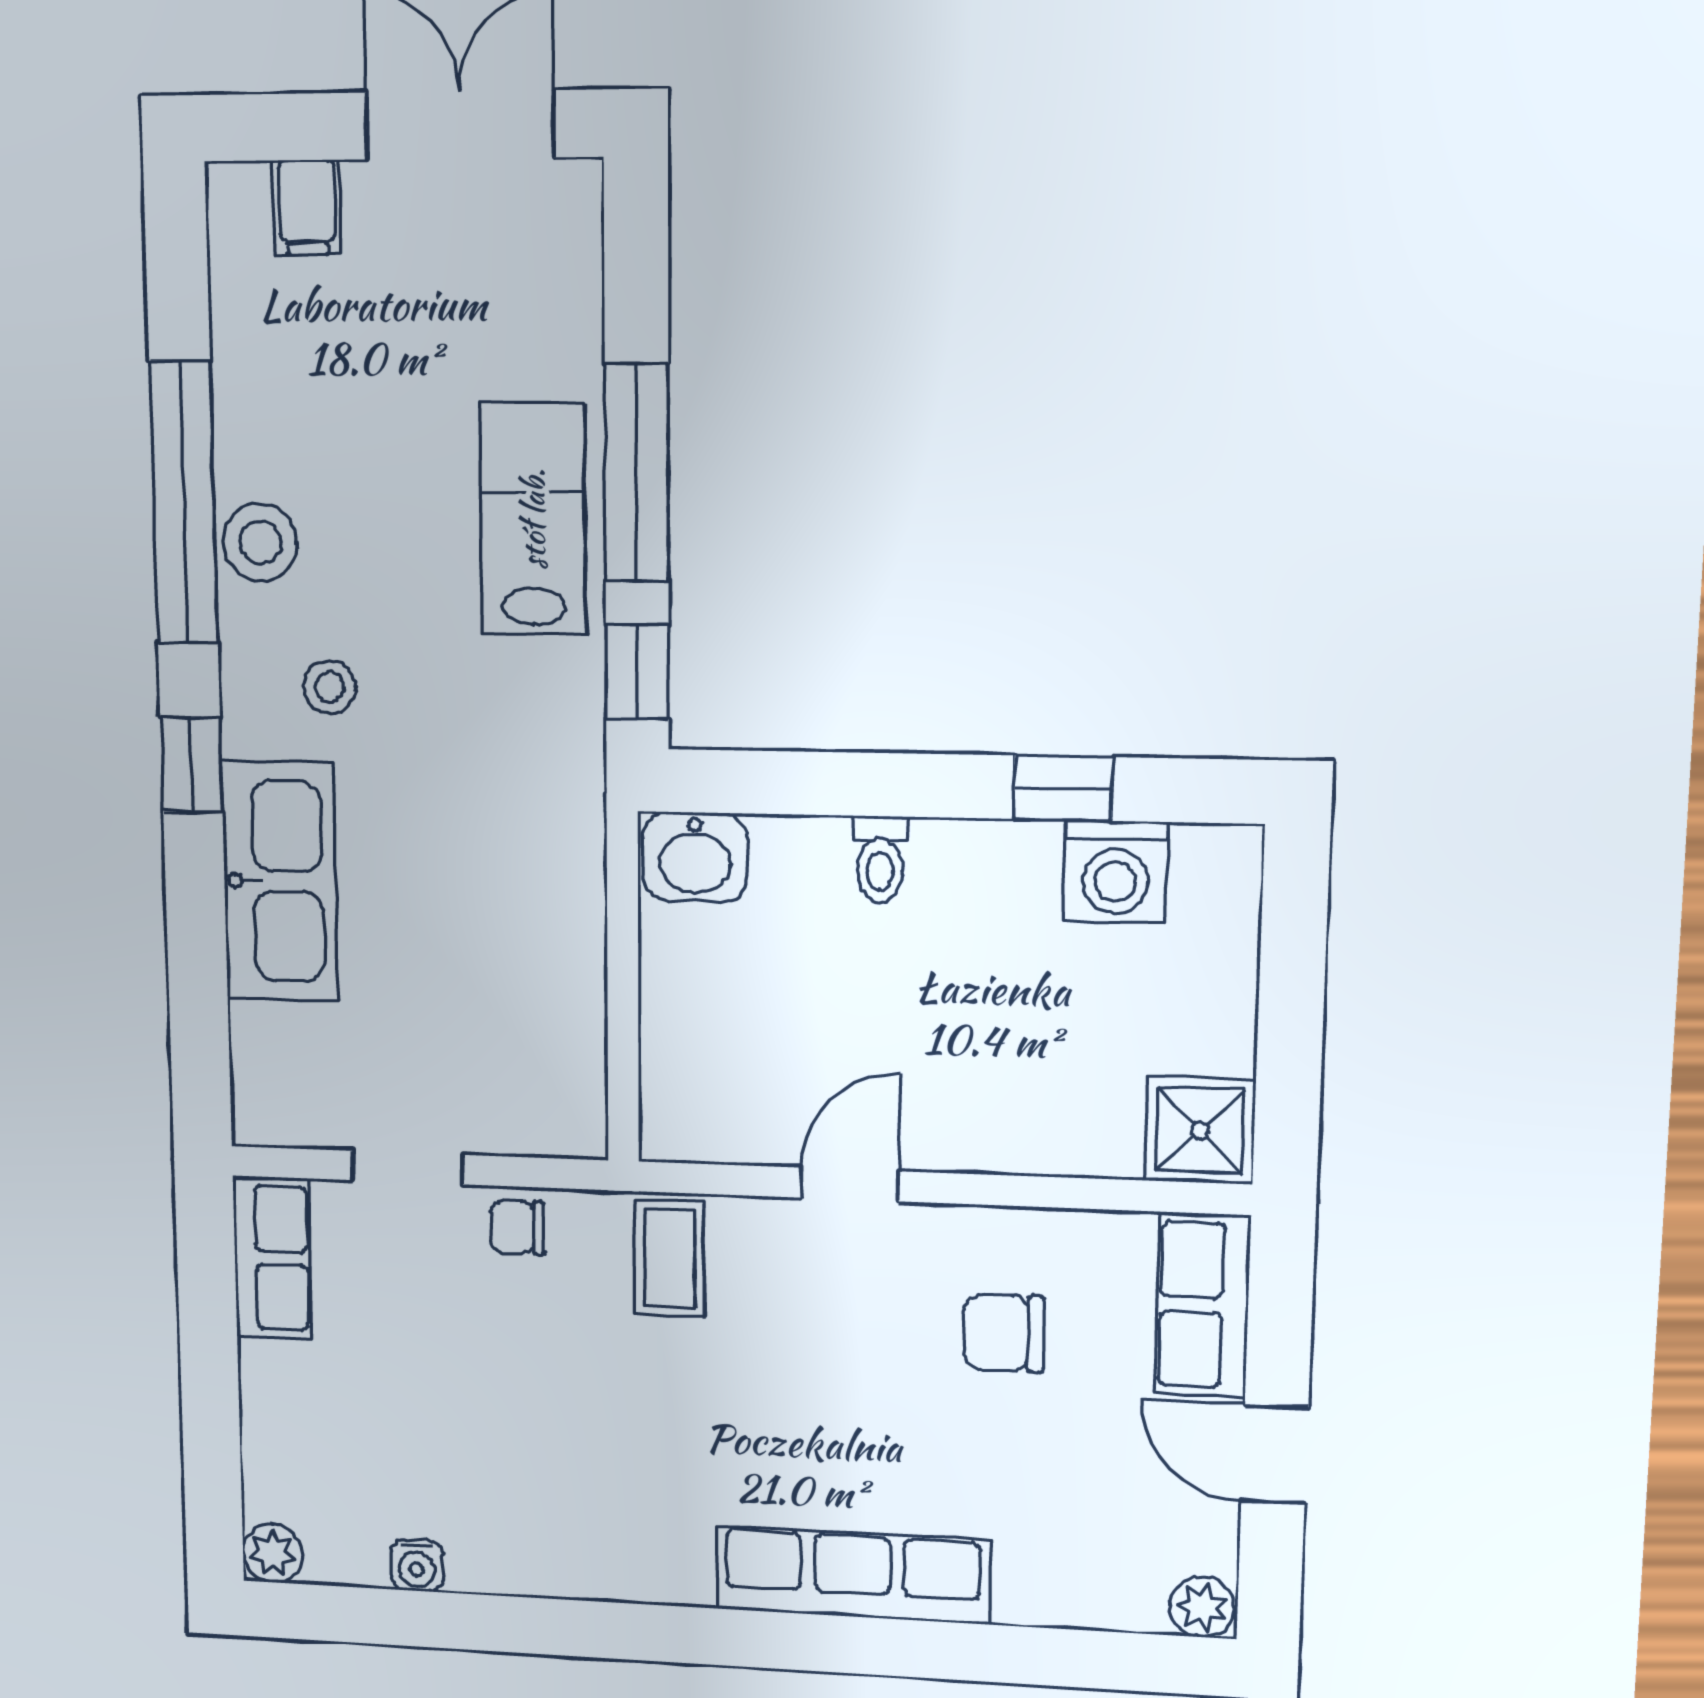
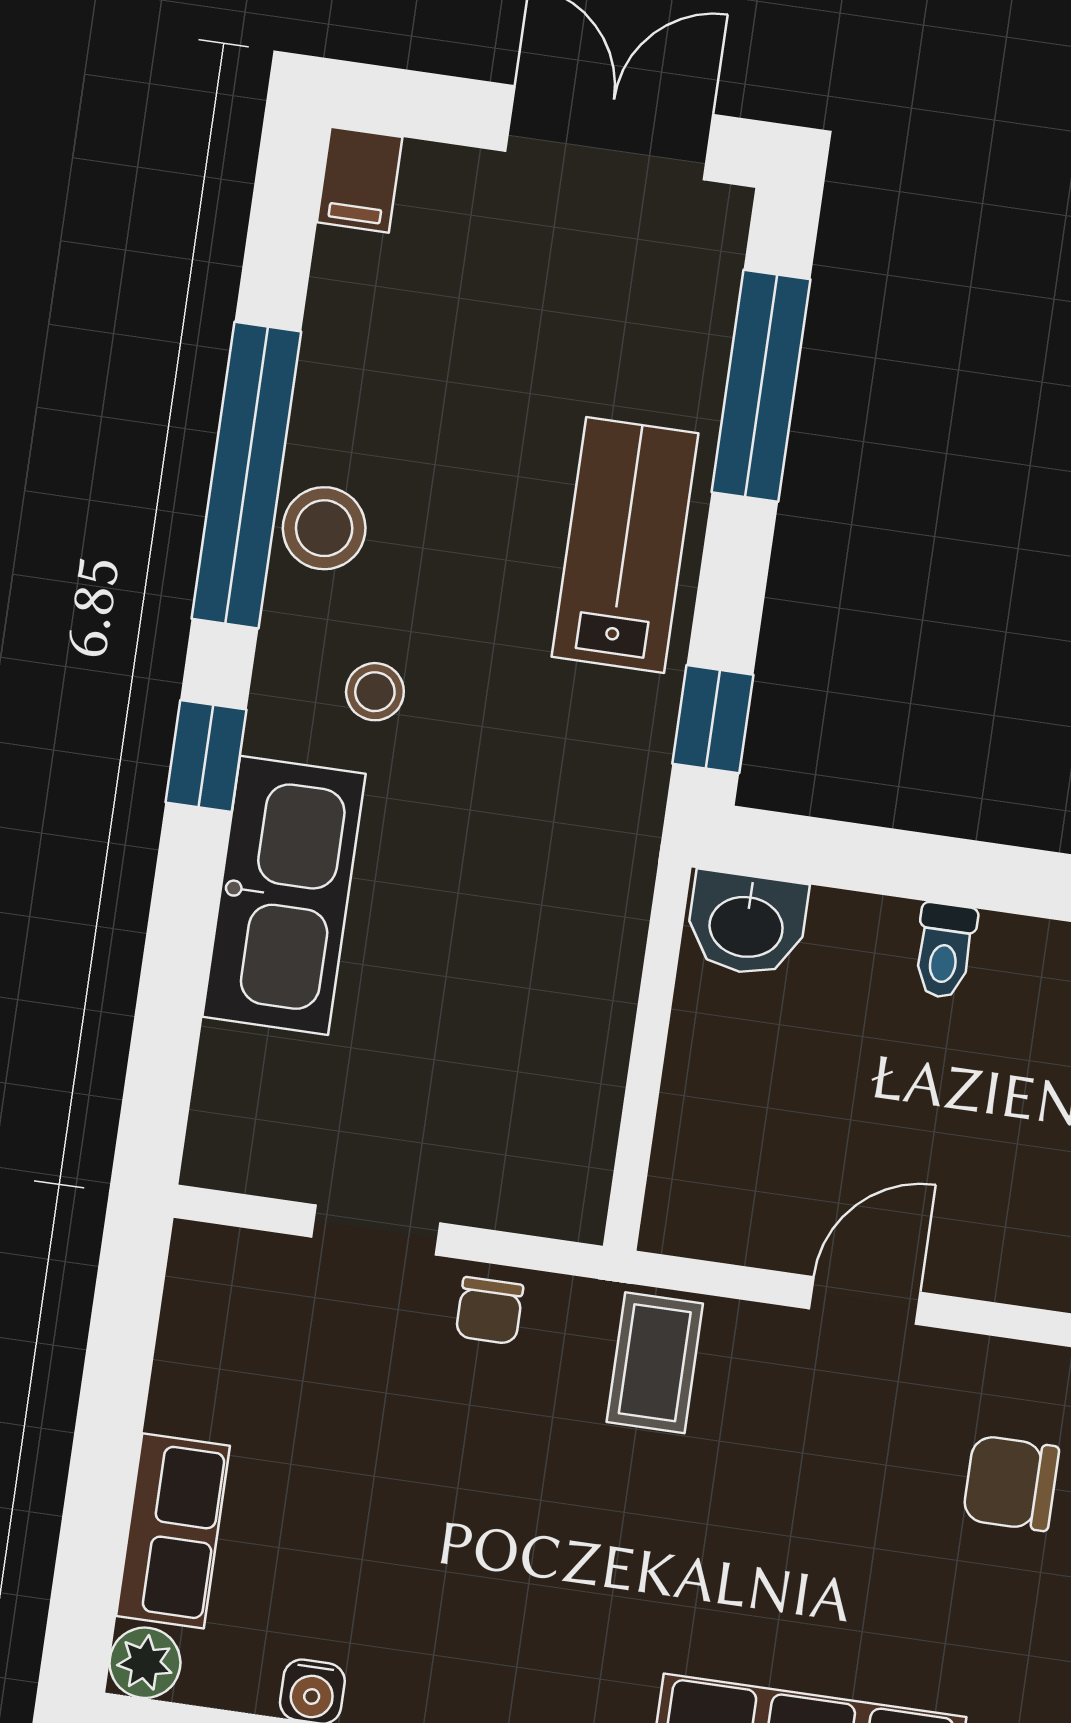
filing cabinet: (307, 207) -> (360, 180), moved
window: (637, 473) -> (761, 386), moved
chair: (517, 1227) -> (489, 1311), turned -90
row of seats: (273, 1258) -> (173, 1531), moved

